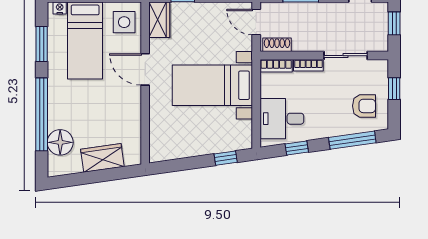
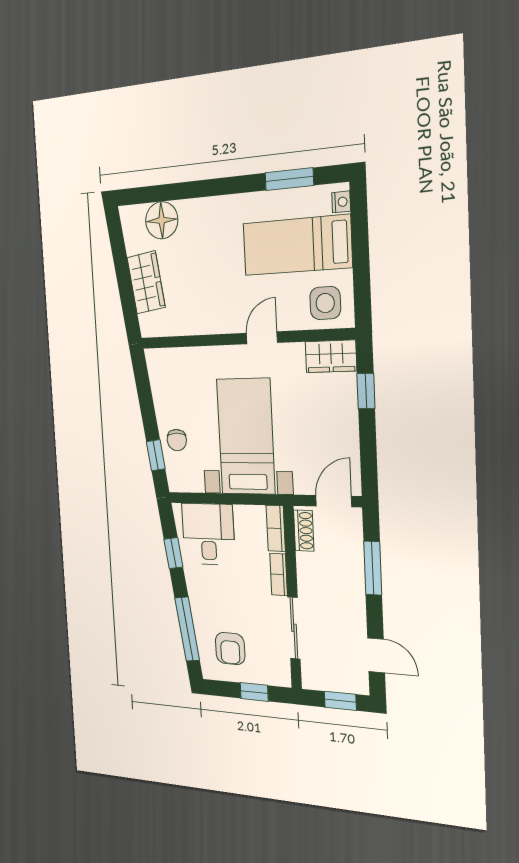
door: (145, 69) -> (262, 338), width x0.73
window: (42, 114) -> (195, 189), removed
chair: (215, 140) -> (177, 440), added

